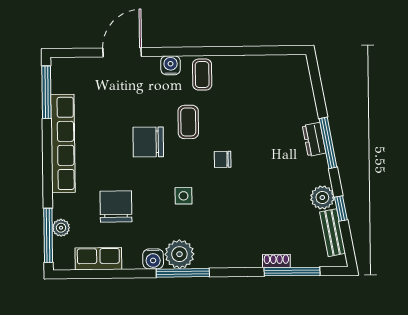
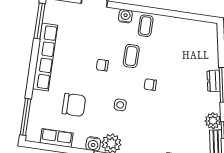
chair: (148, 142) -> (102, 65), width x0.54, depth x0.54
chair: (116, 206) -> (74, 105), turned 90
plant: (61, 228) -> (35, 113), removed

